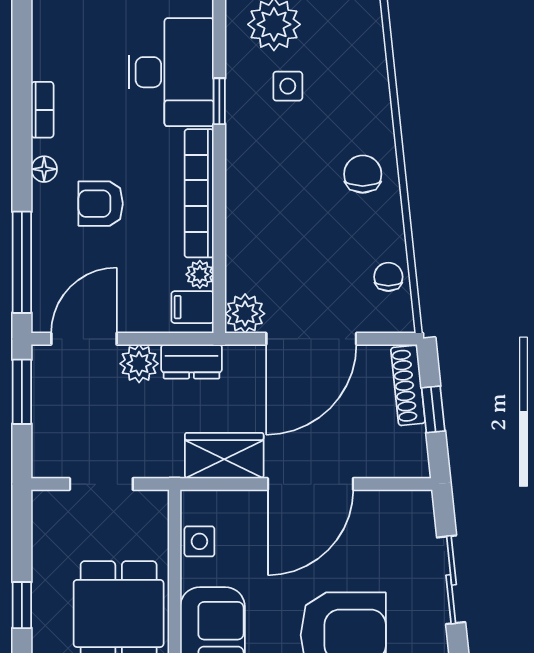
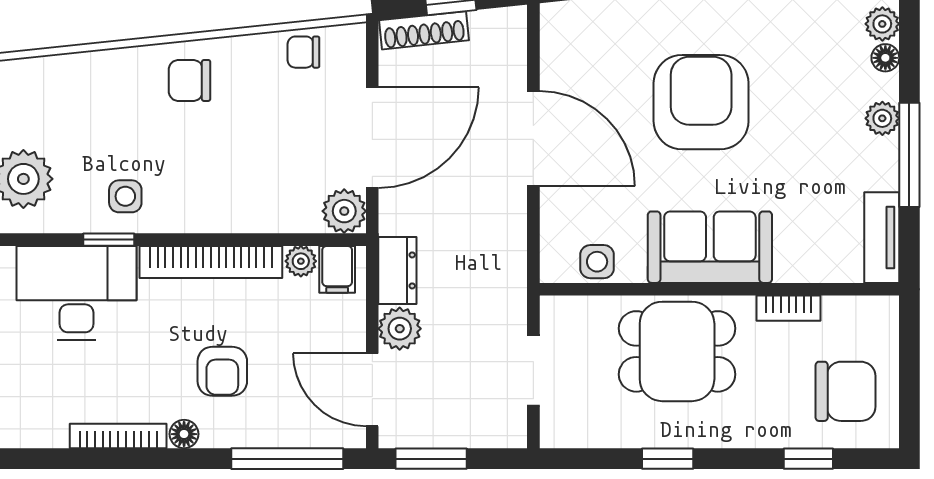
side table: (288, 86) -> (125, 196), moved
bookcase: (42, 110) -> (118, 436), width x1.56
door: (311, 339) -> (372, 138), hinge flipped
wardrobe: (224, 456) -> (502, 234), removed

